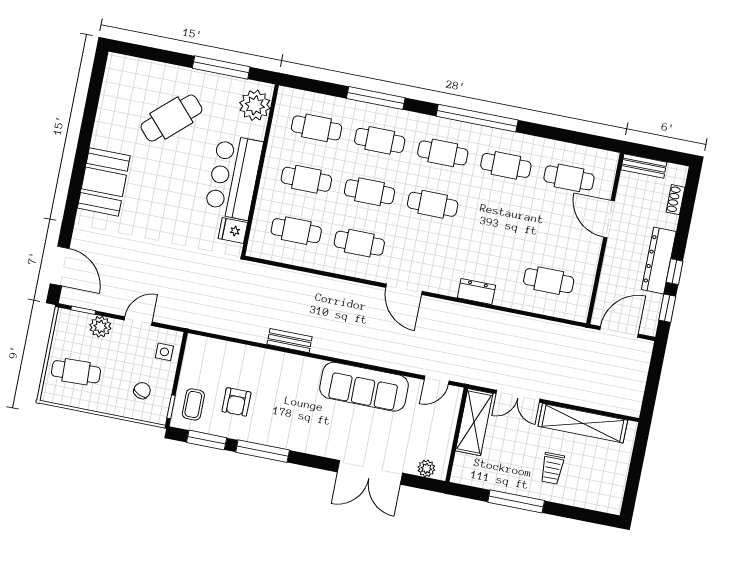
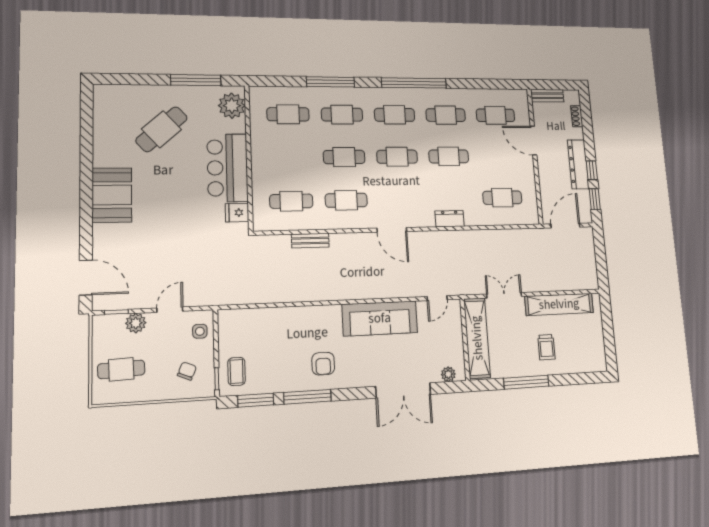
cafe table: (306, 179) -> (449, 156), moved
bench: (290, 341) -> (310, 241), moved
double door: (518, 396) -> (504, 295), swing flipped
armchair: (236, 402) -> (323, 364), moved
shelving: (474, 422) -> (477, 338), width x1.47

